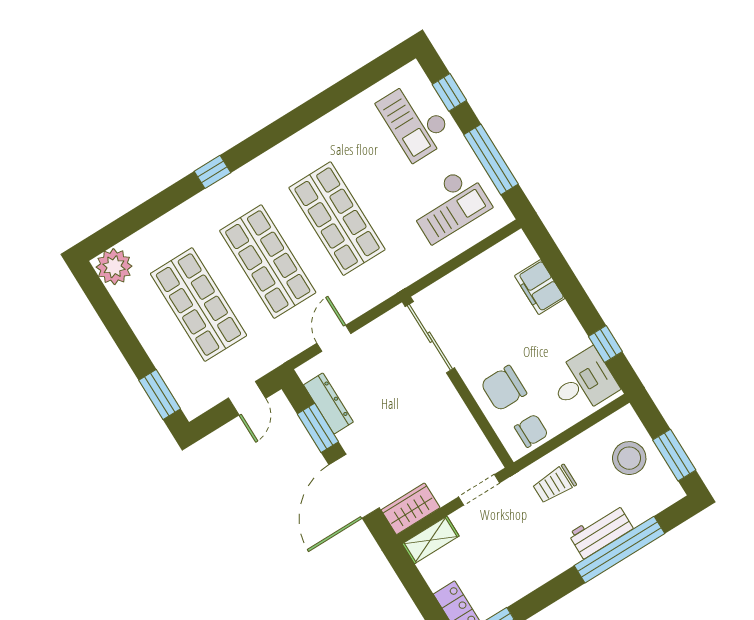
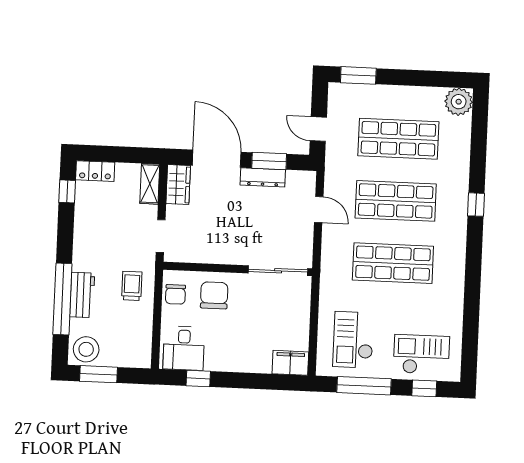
filing cabinet: (540, 287) -> (290, 363), moved
dresser: (328, 403) -> (263, 177), moved
stool: (629, 458) -> (86, 349), moved

